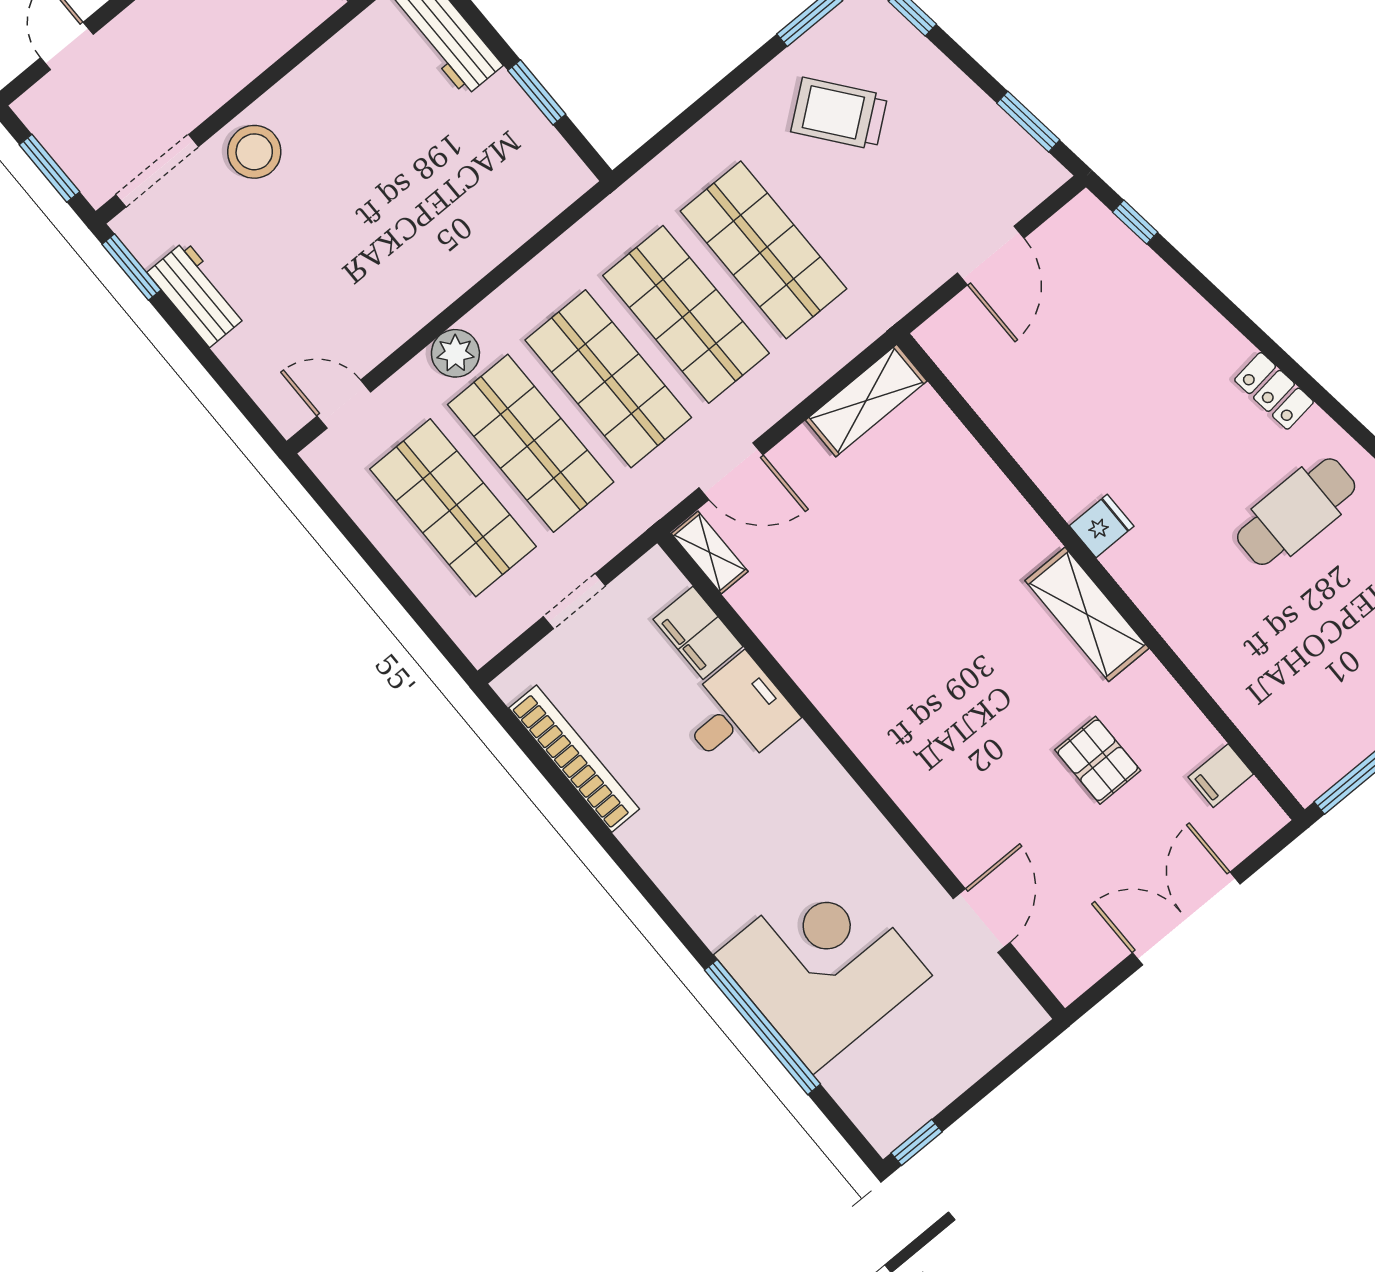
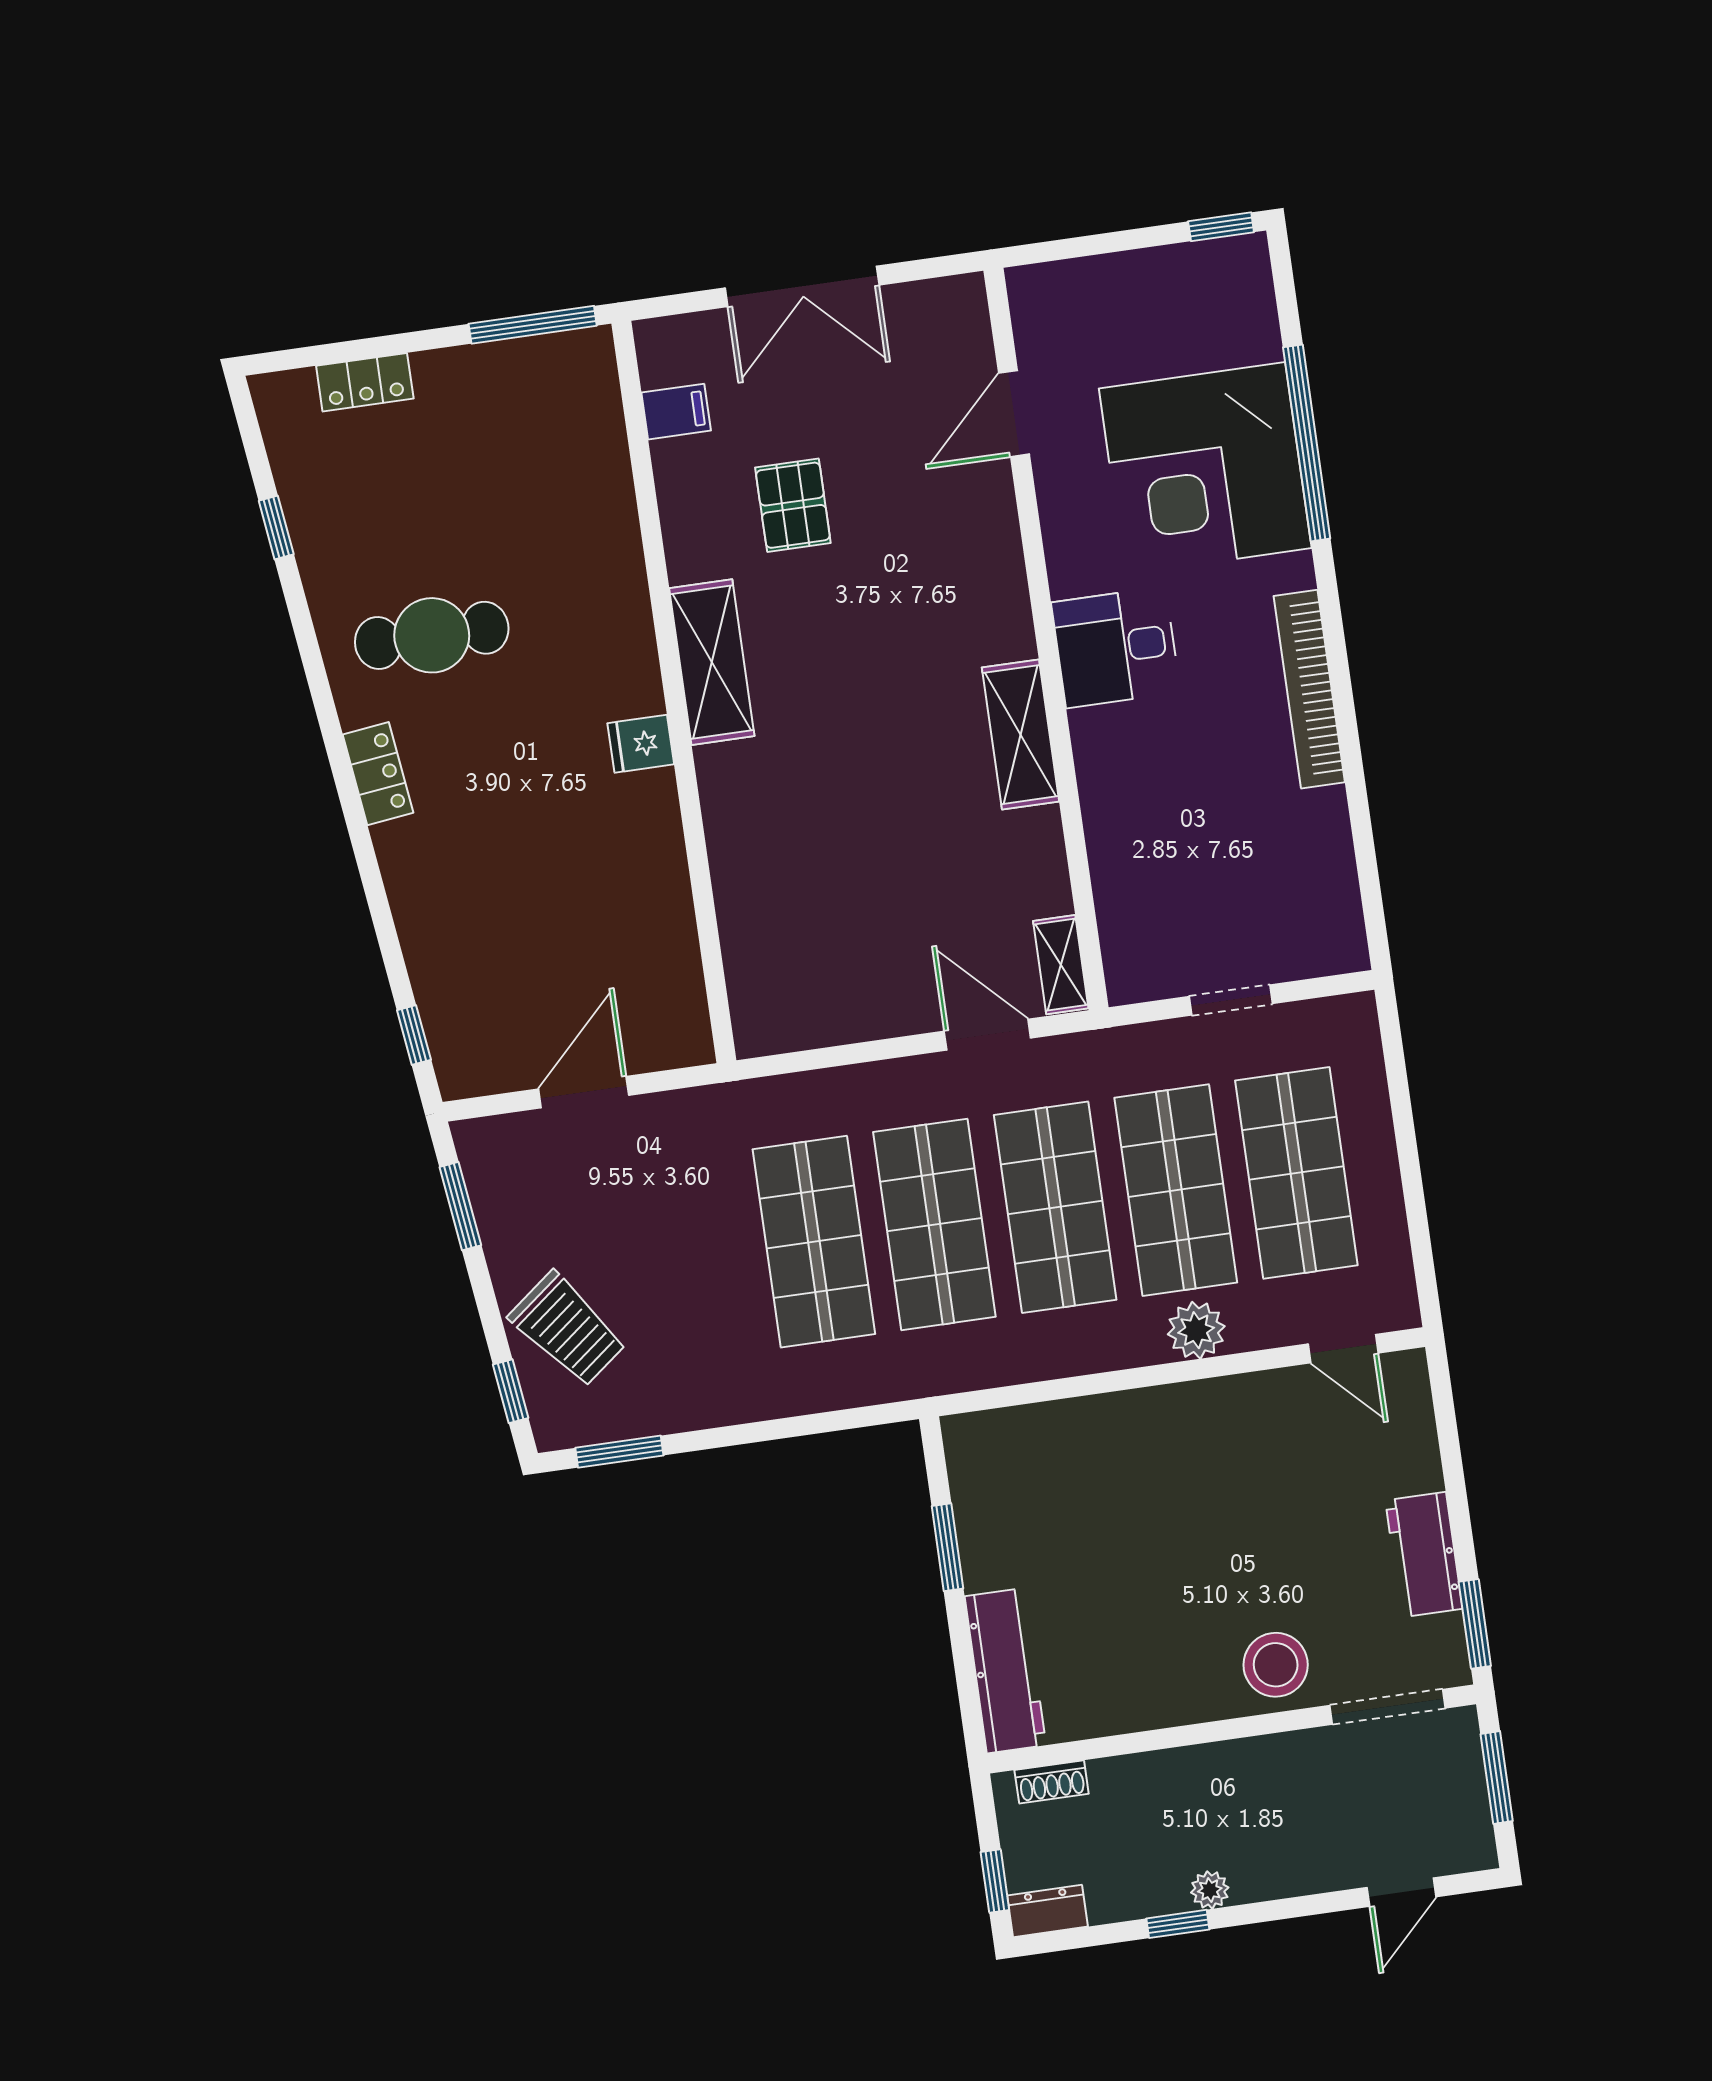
trolley: (839, 114) -> (568, 1329), moved
shelving: (866, 401) -> (1020, 735), moved, turned 90
filing cabinet: (698, 633) -> (1124, 889), removed
desk: (737, 714) -> (1116, 647), moved
bookcase: (574, 759) -> (1309, 689), moved

